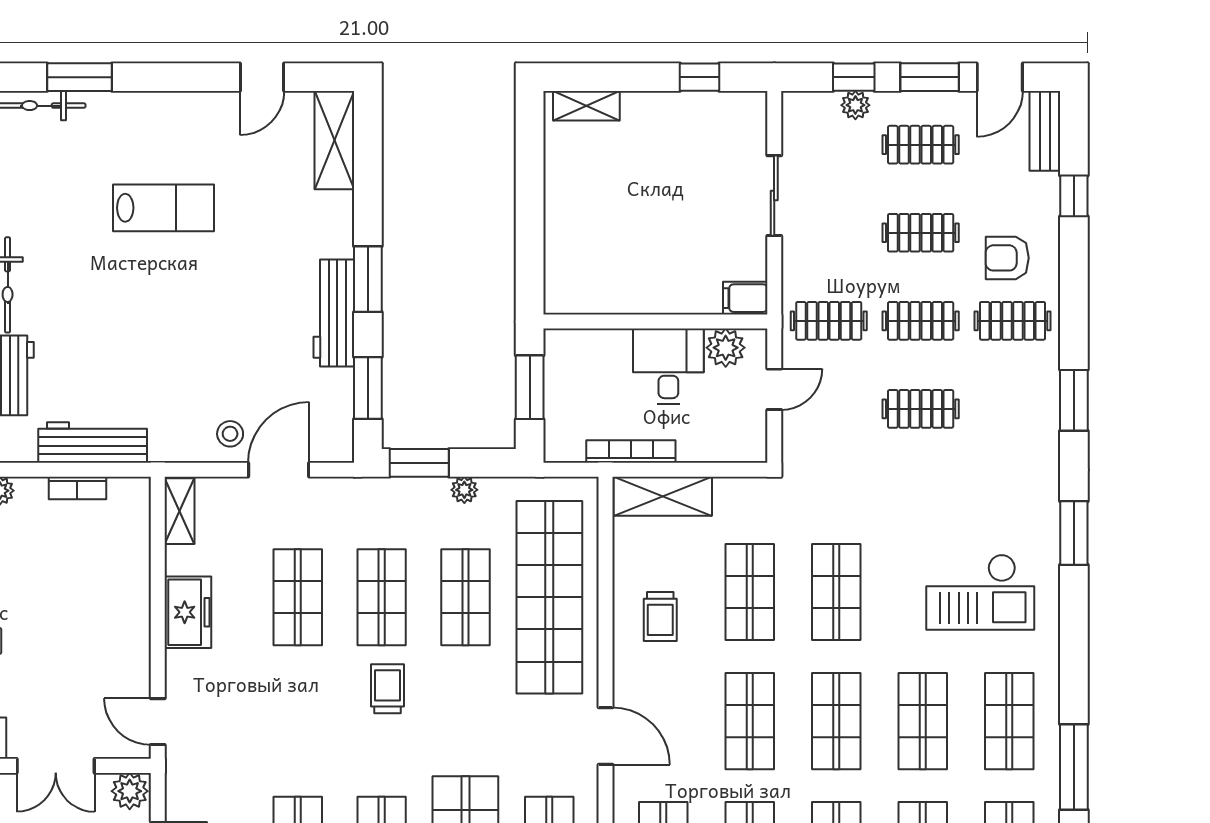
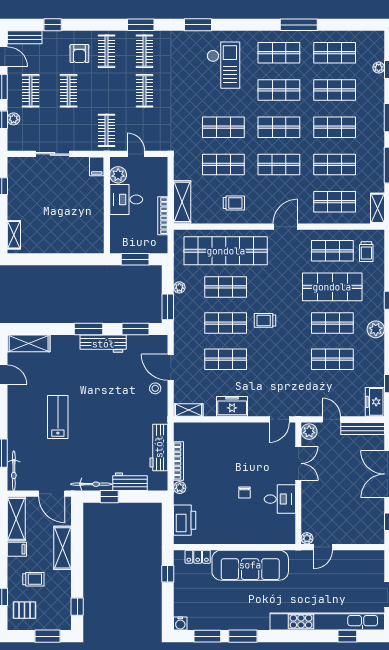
clothes rail: (921, 321) -> (144, 51), moved
bookcase: (77, 488) -> (179, 461), width x1.56

